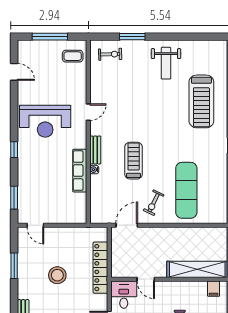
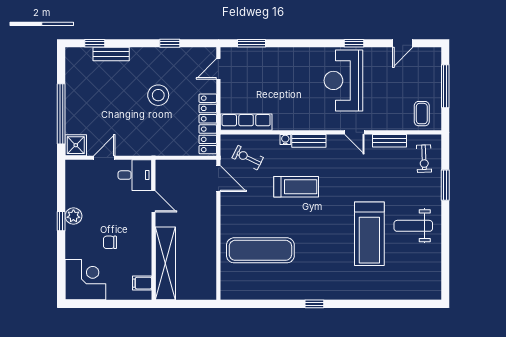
bench: (95, 83) -> (390, 141), added
treadmill: (201, 101) -> (369, 234), moved, turned -90
window: (14, 150) -> (354, 43), moved
row of seats: (80, 171) -> (246, 122), moved
exercise bike: (154, 203) -> (248, 158), moved
window: (14, 266) -> (170, 43), width x0.67
locker: (100, 268) -> (208, 124), moved, turned -90
door: (146, 279) -> (153, 201), swing flipped

